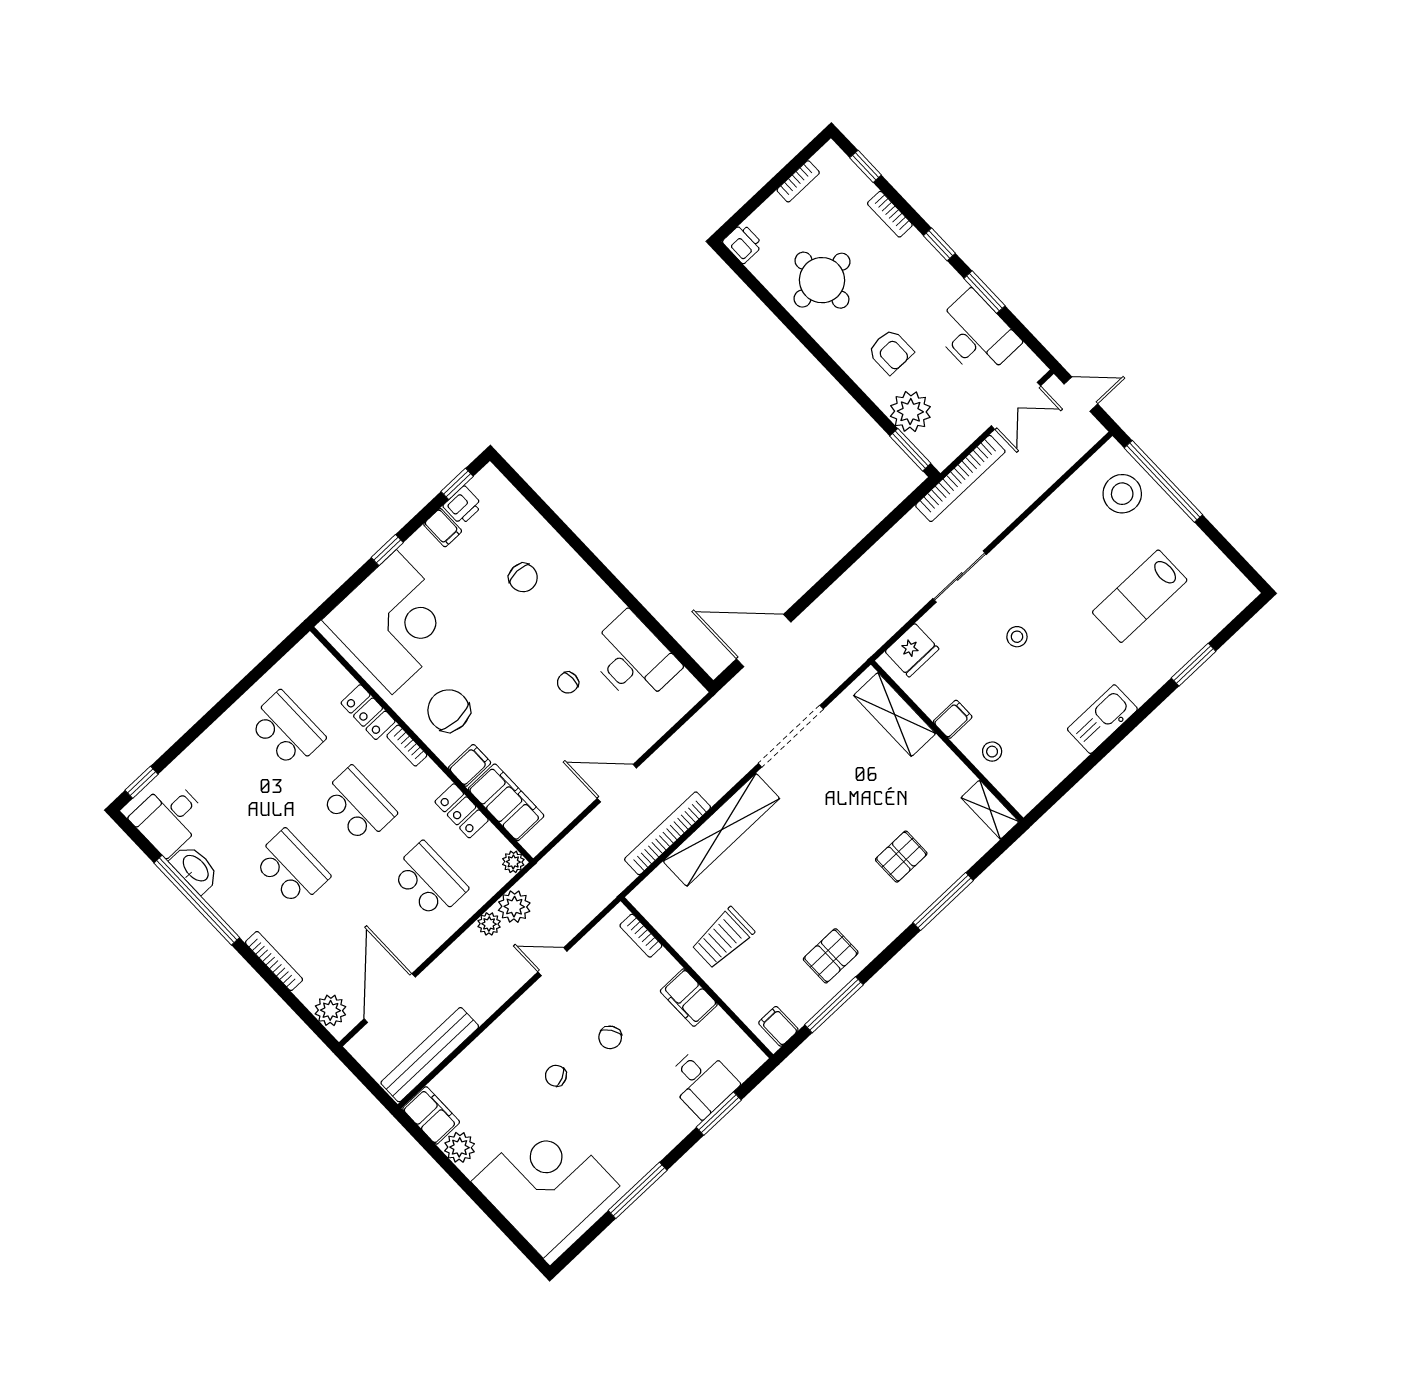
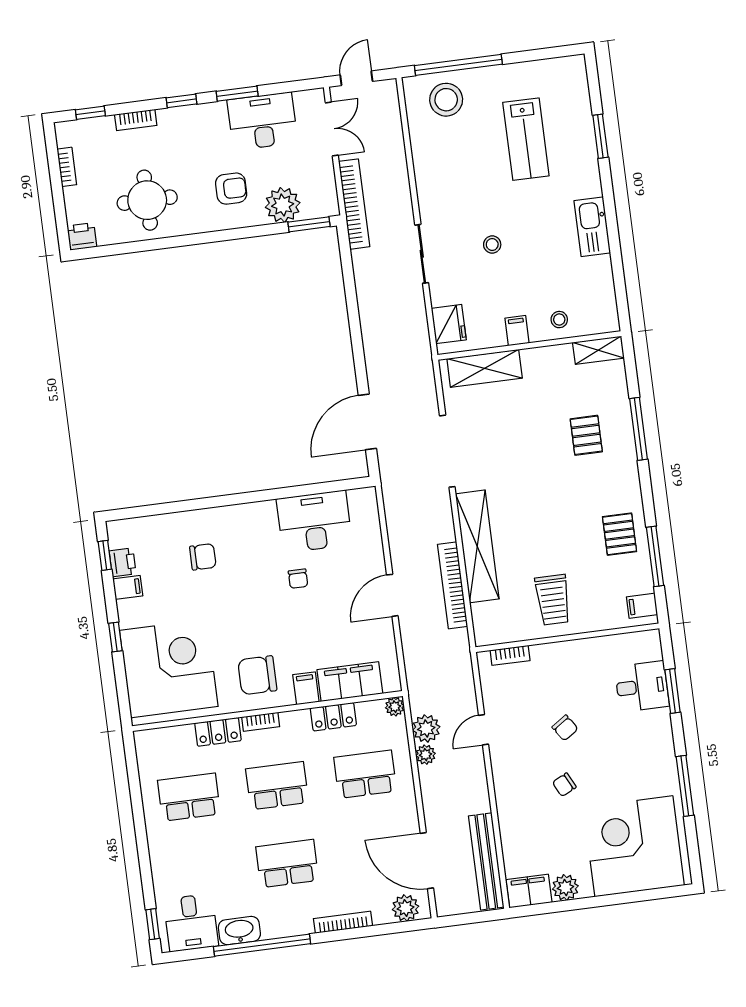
filing cabinet: (689, 998) -> (577, 653), removed

